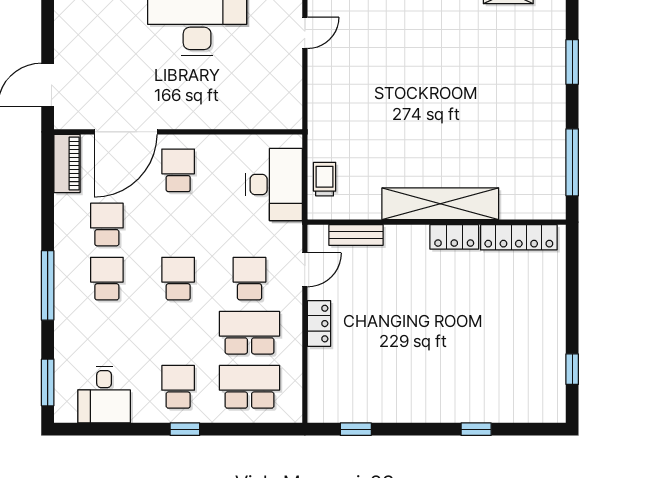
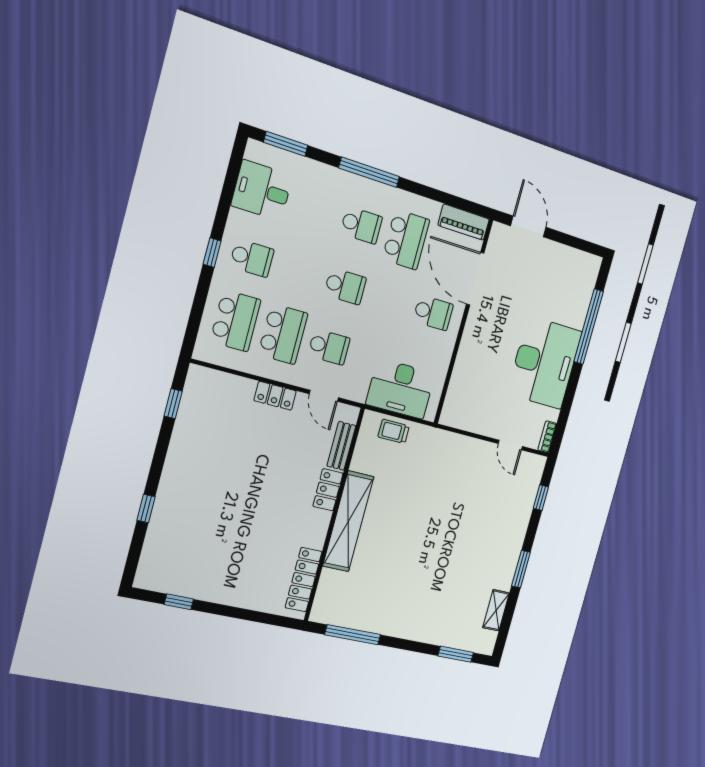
window: (572, 62) -> (456, 654), moved
trolley: (325, 179) -> (394, 431), turned 180
school desk: (107, 225) -> (406, 240), width x1.85
locker: (454, 237) -> (328, 490), moved

